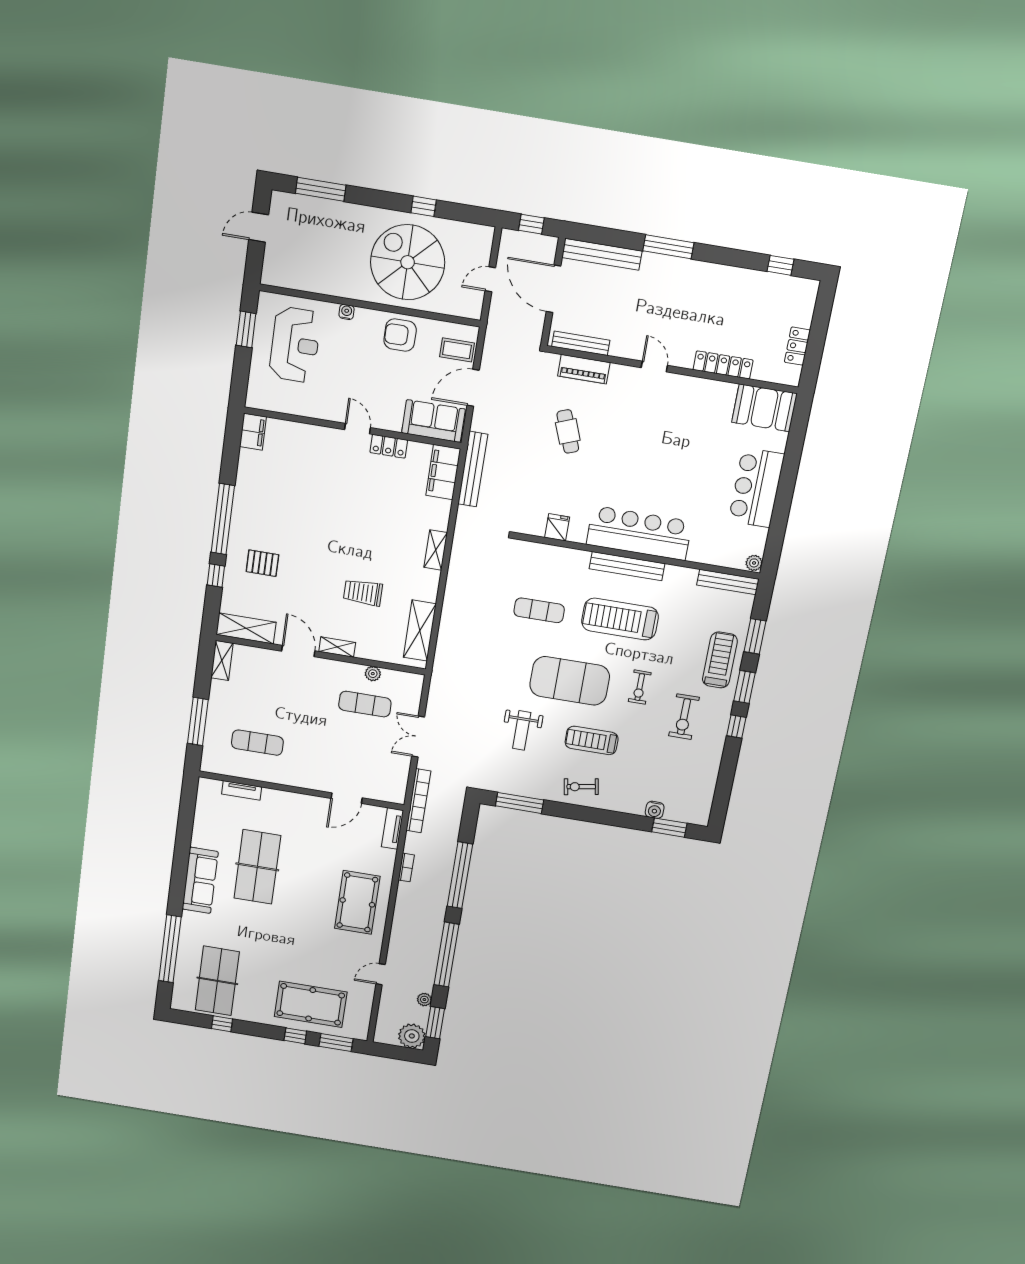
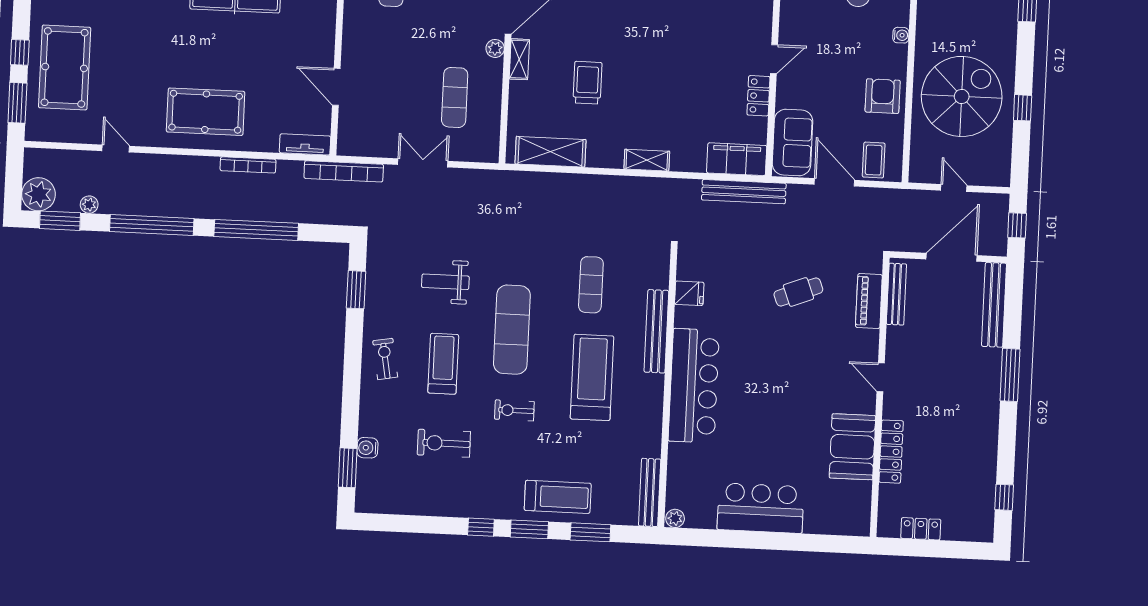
door: (654, 367) -> (881, 377), swing flipped
booth: (764, 408) -> (852, 447), moved
bench: (627, 566) -> (656, 331), moved
plant: (373, 674) -> (495, 48), moved
exercise mat: (570, 681) -> (512, 330), width x0.68
exercise bike: (684, 717) -> (444, 443), moved
window: (520, 803) -> (356, 290), width x0.69
bookcase: (406, 867) -> (248, 165), width x1.56

